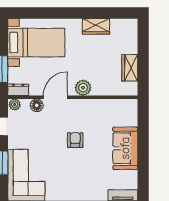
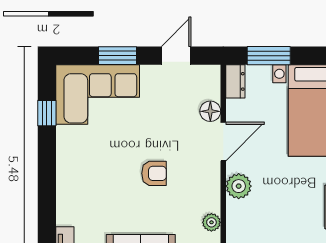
door: (55, 97) -> (223, 142), hinge flipped
plant: (15, 105) -> (211, 222), moved

